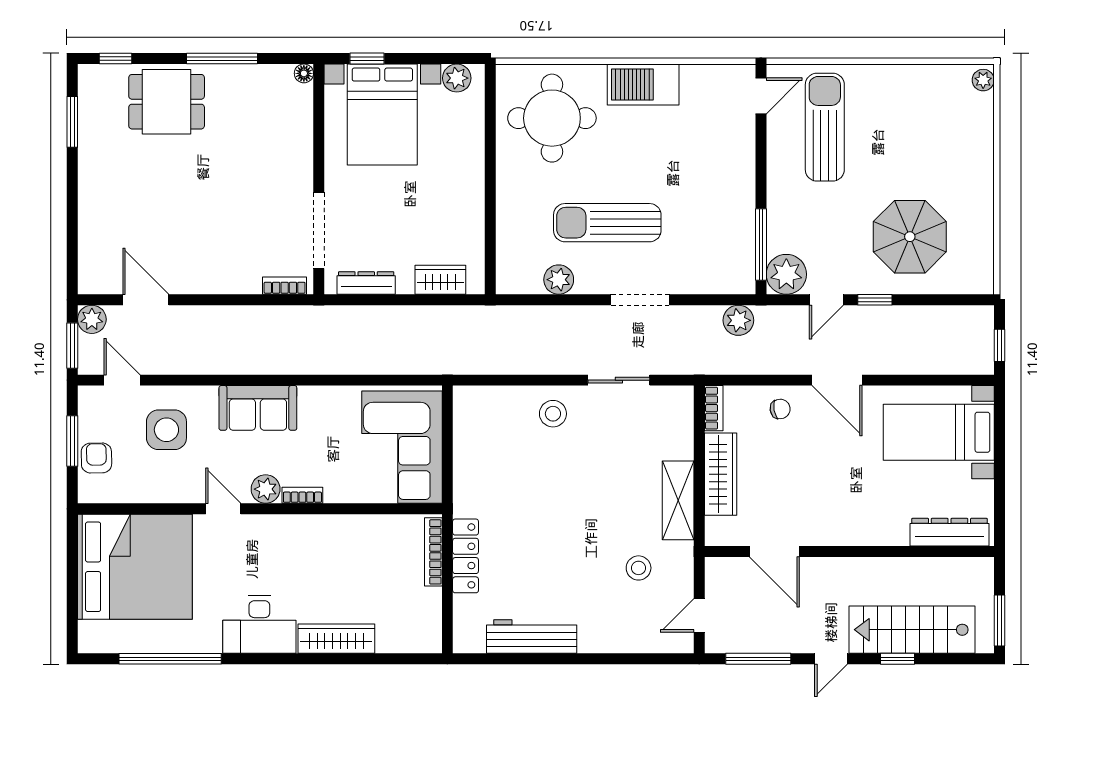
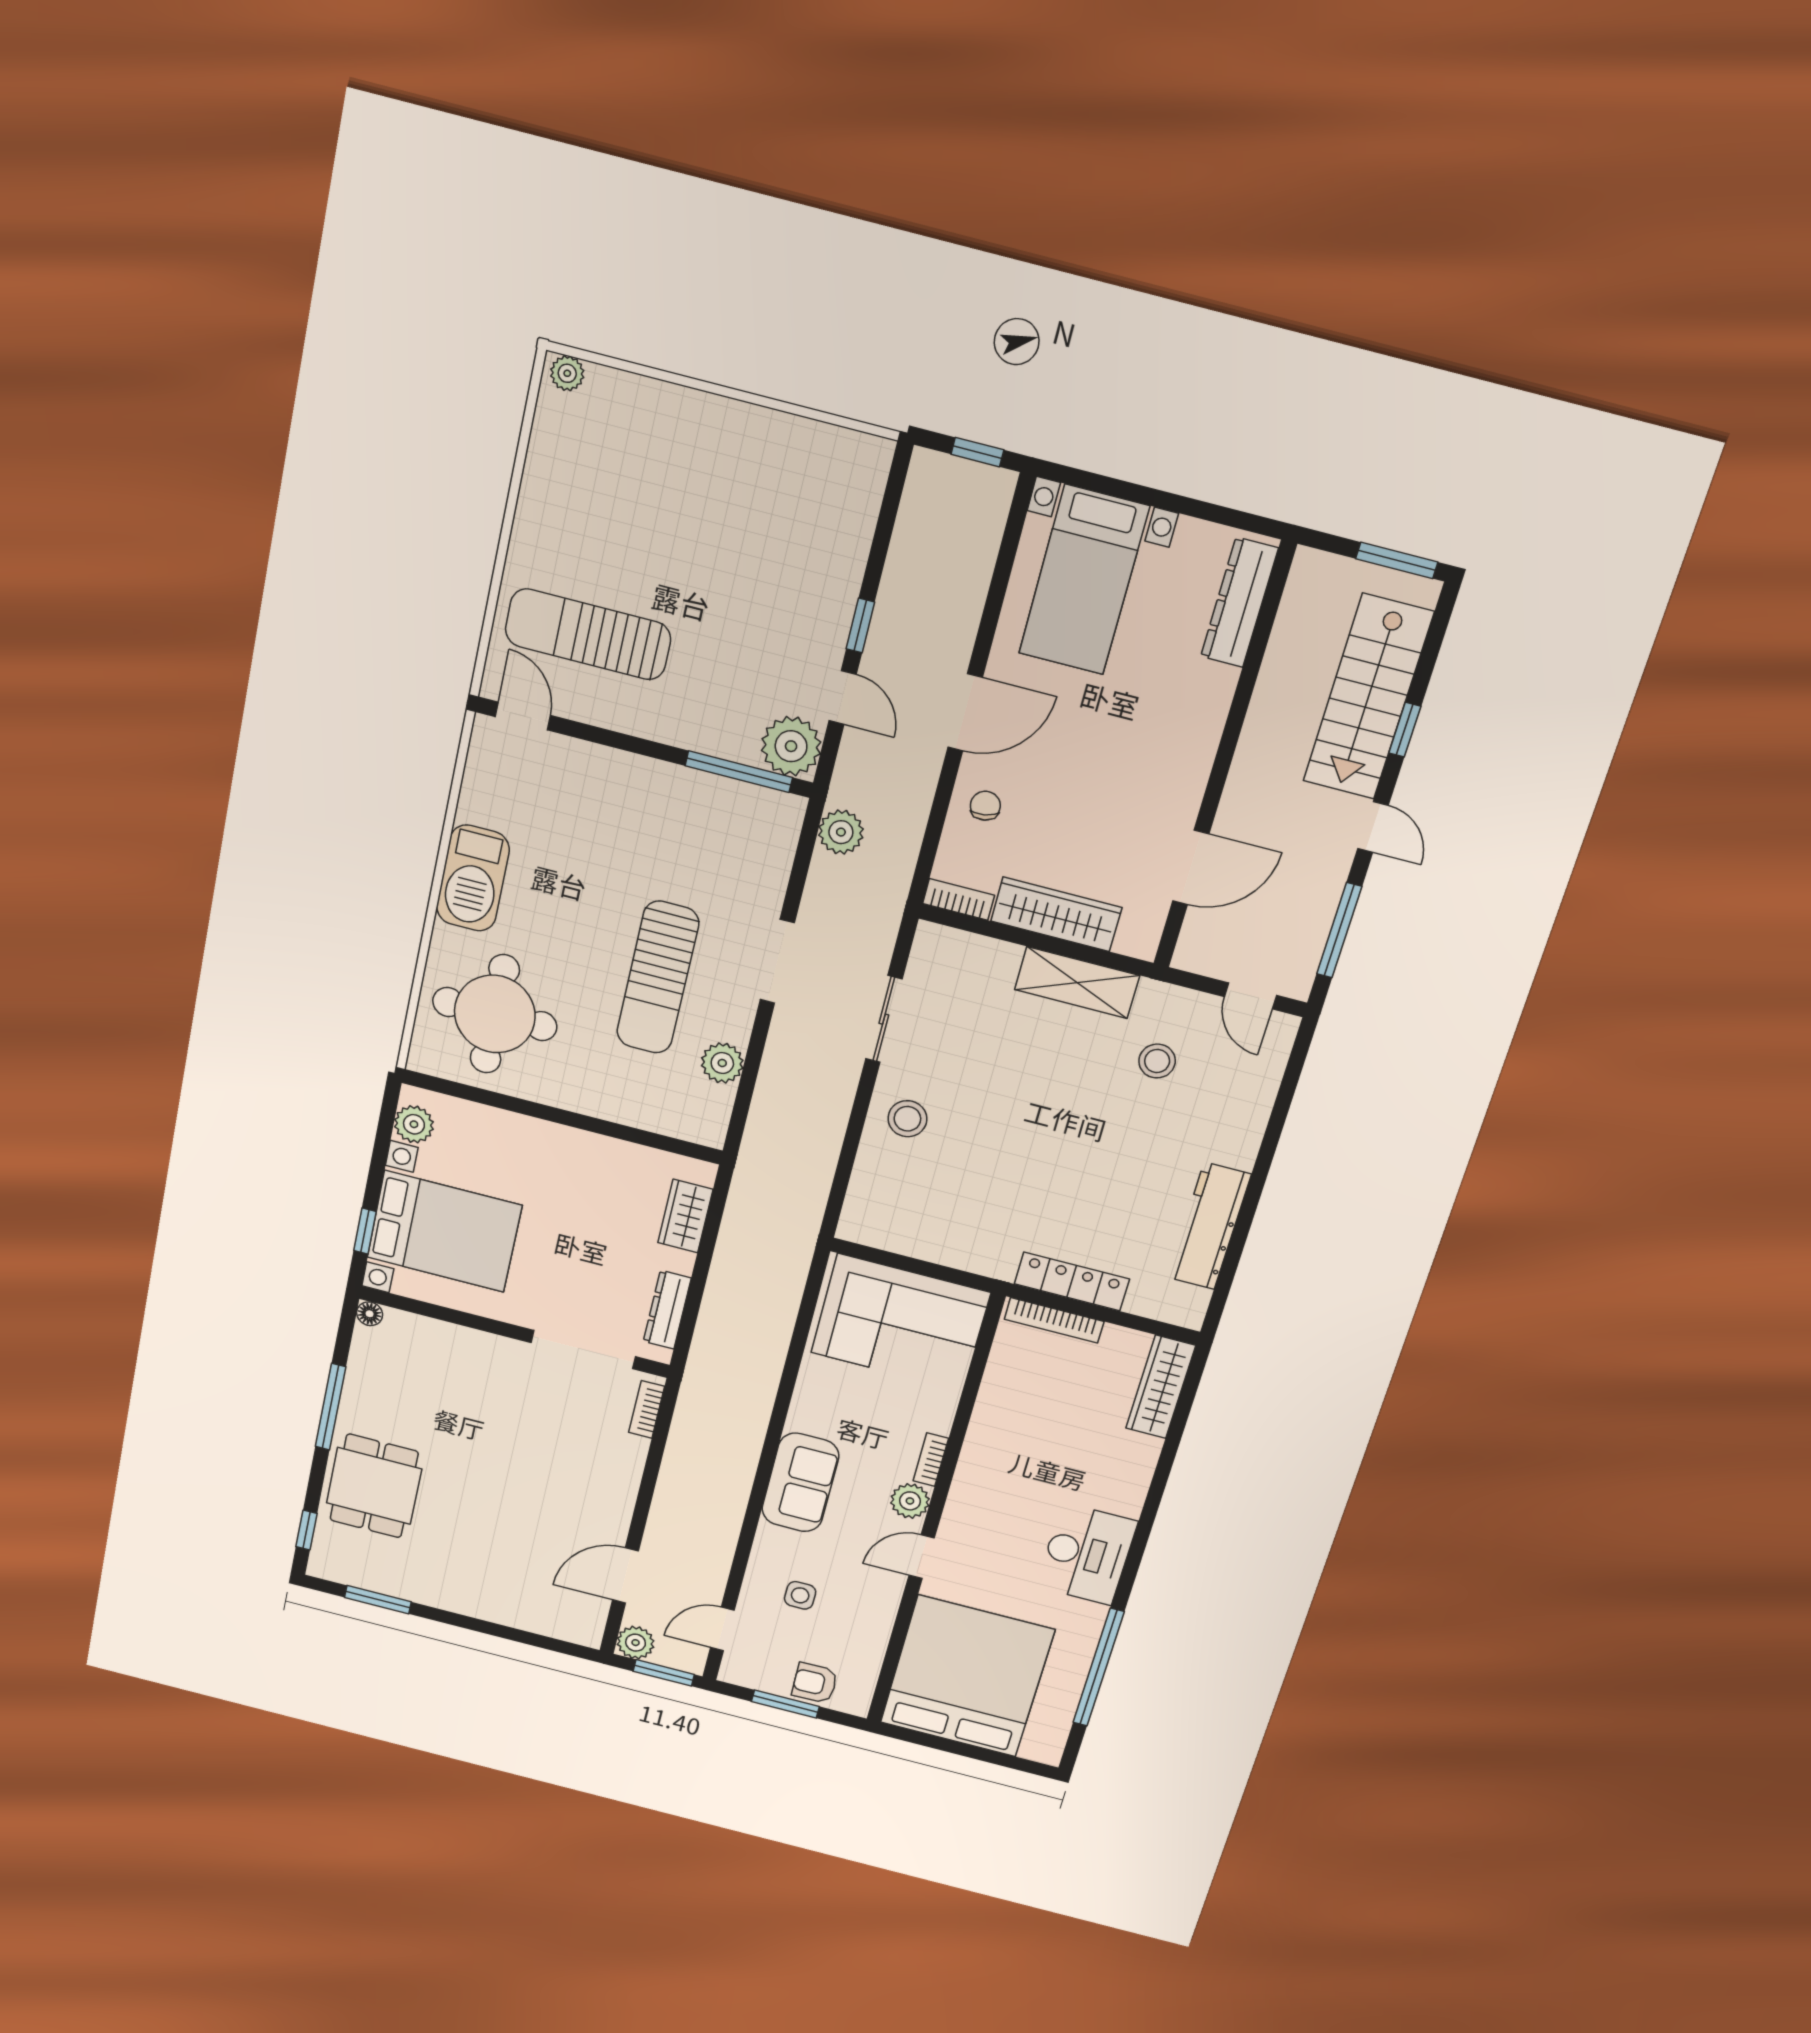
parasol: (910, 237) -> (779, 548), removed
side table: (166, 430) -> (800, 1595), width x0.54, depth x0.54
wardrobe: (336, 639) -> (1161, 1387), moved

